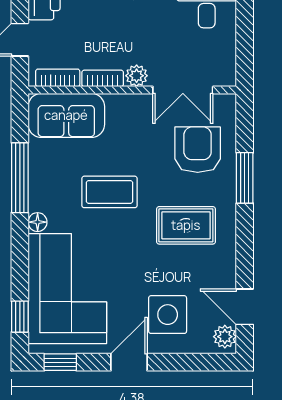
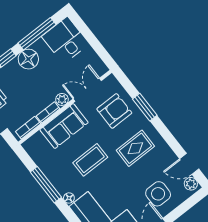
double door: (183, 90) -> (87, 90), swing flipped
sofa: (66, 115) -> (64, 126), moved
armchair: (198, 150) -> (114, 111), turned 90

